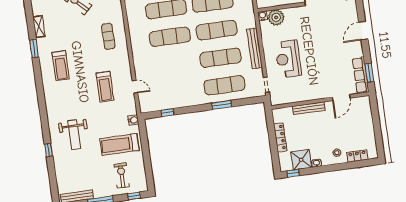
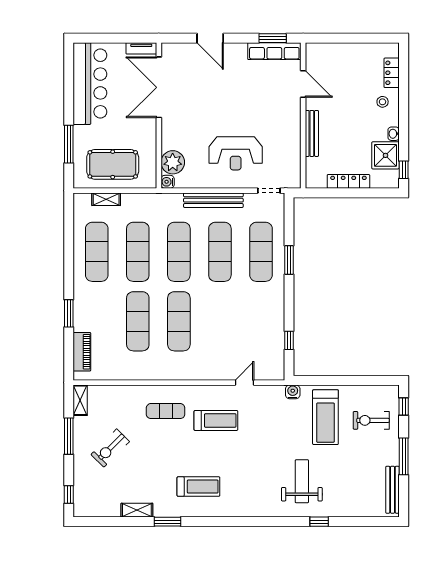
treadmill: (105, 87) -> (216, 420), moved
weight bench: (74, 135) -> (302, 481), turned -90

